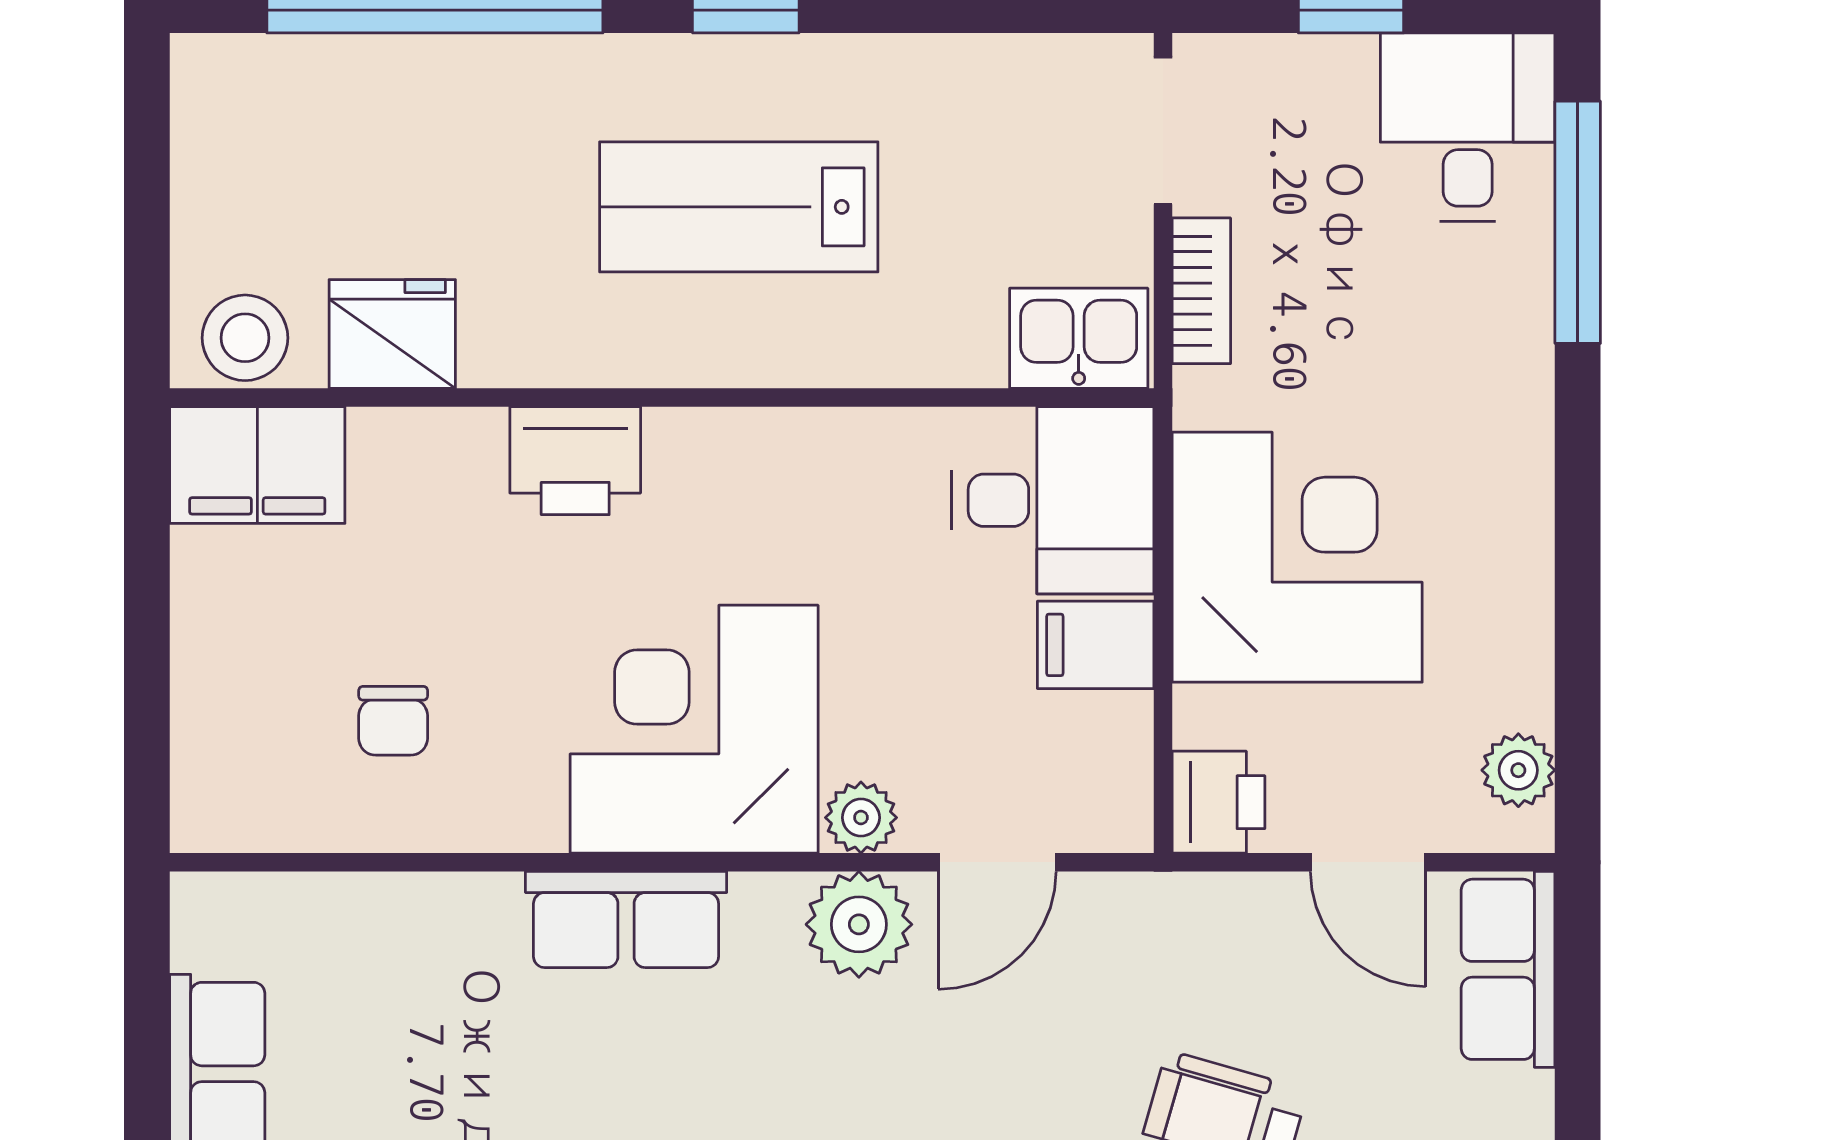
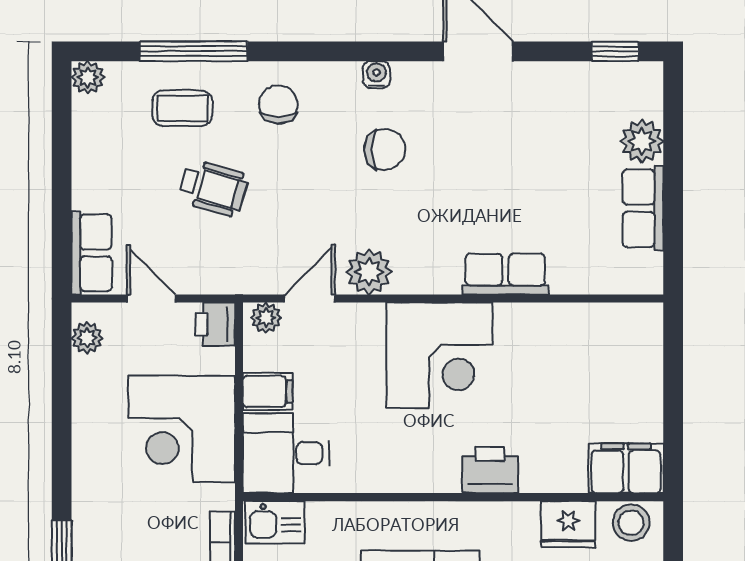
chair: (393, 721) -> (568, 359), removed
plant: (861, 818) -> (266, 318), moved
row of seats: (626, 920) -> (505, 274), moved

